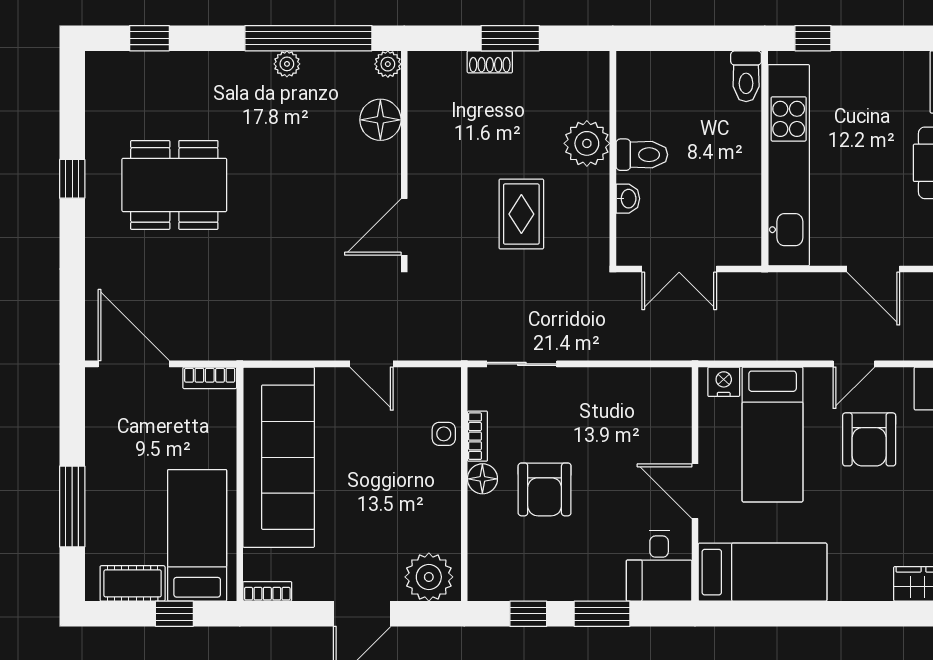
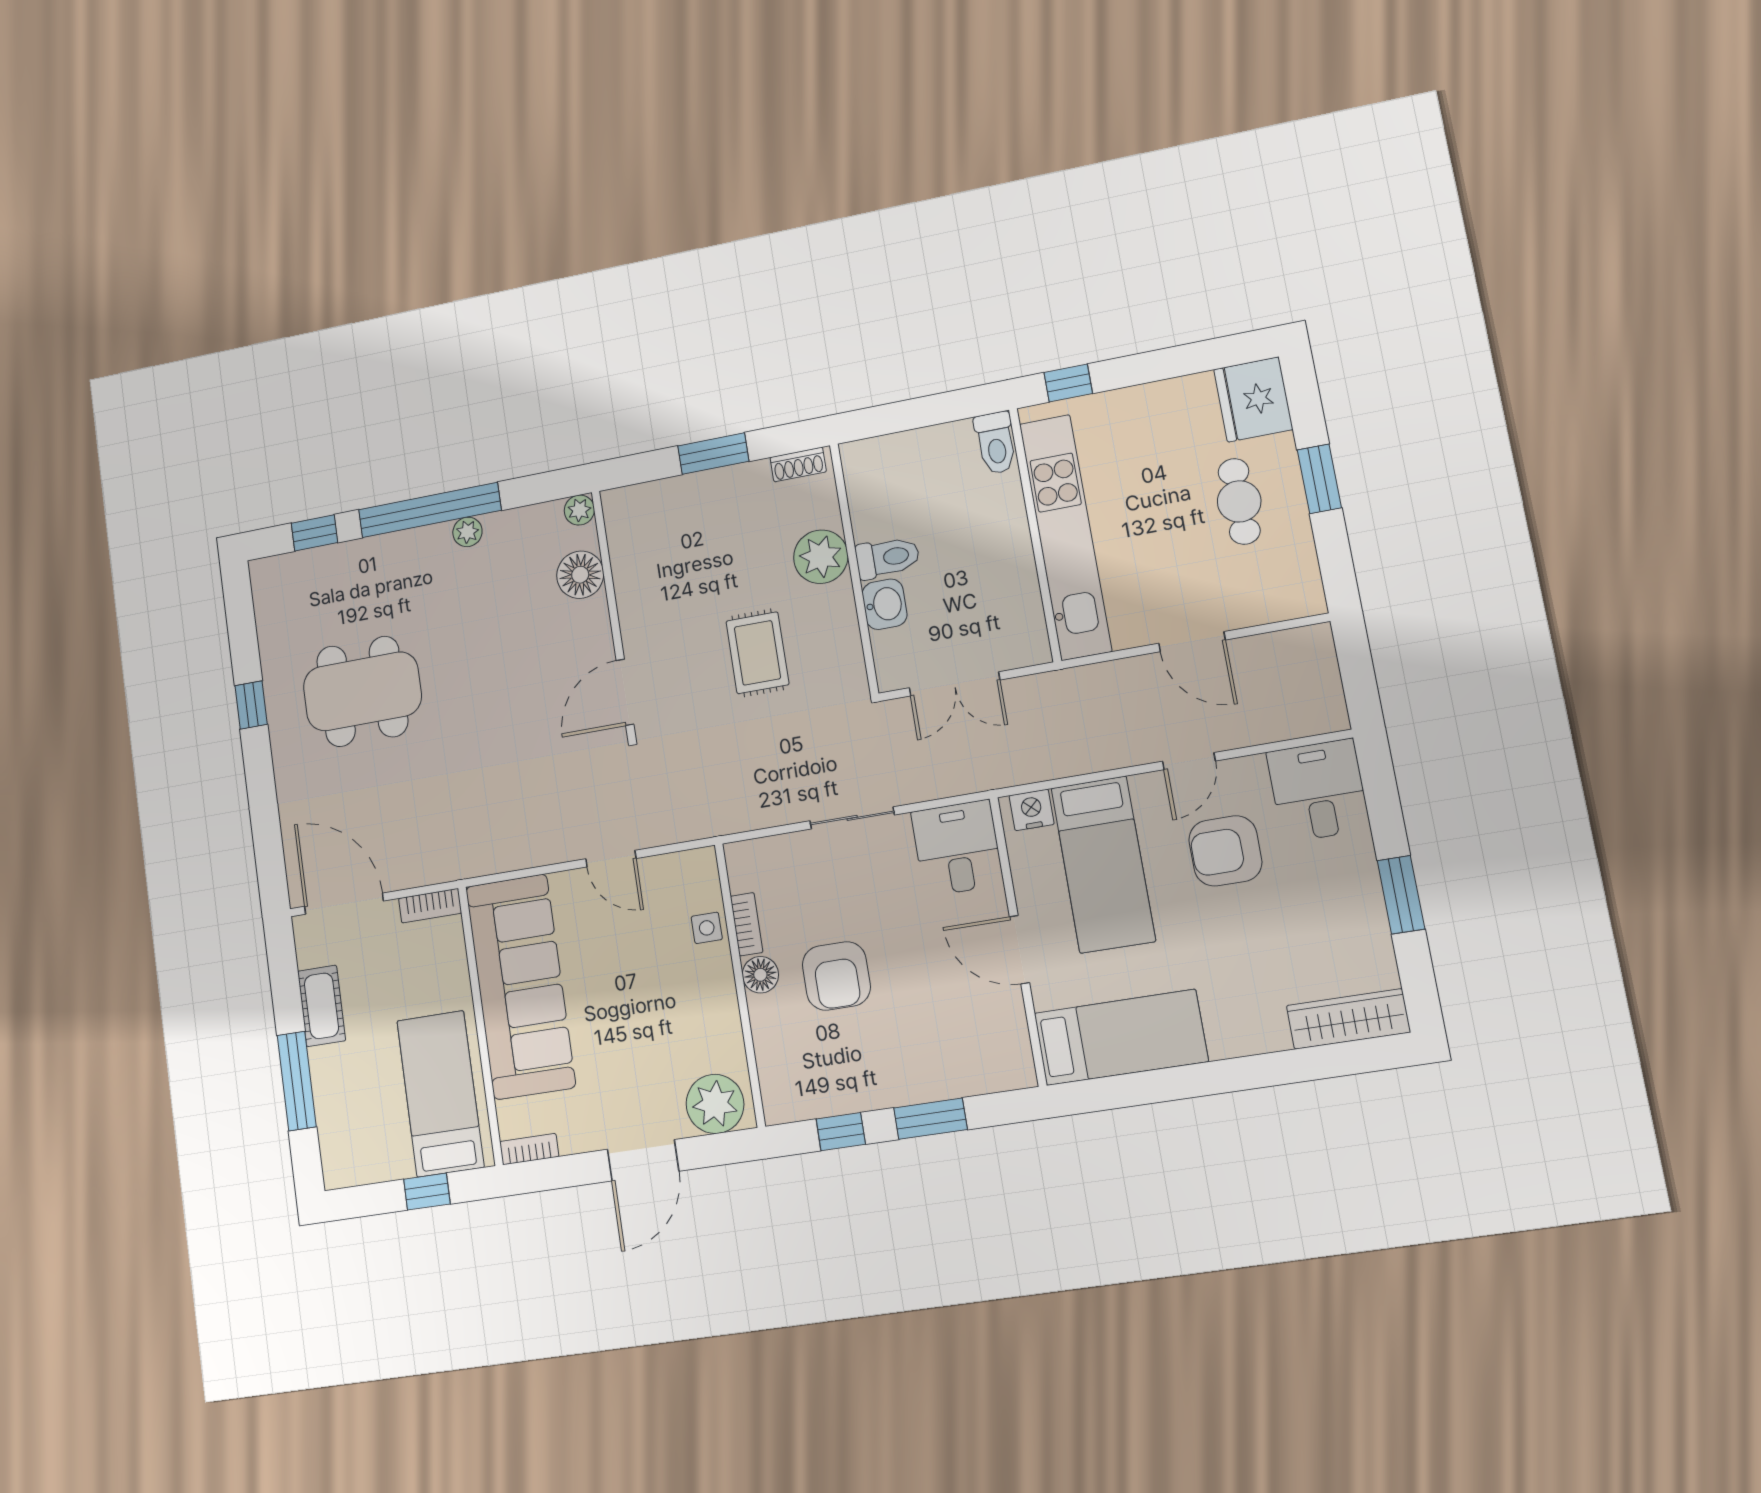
window: (308, 38) -> (430, 510), moved
shoe rack: (490, 62) -> (798, 464), moved
washbasin: (628, 199) -> (885, 604), width x1.38, depth x1.45
sliding door: (522, 364) -> (852, 818), moved
armchair: (869, 439) -> (1225, 851), turned 90
desk: (659, 566) -> (957, 848), moved, turned 180
cot: (133, 583) -> (322, 1006), moved, turned 90

